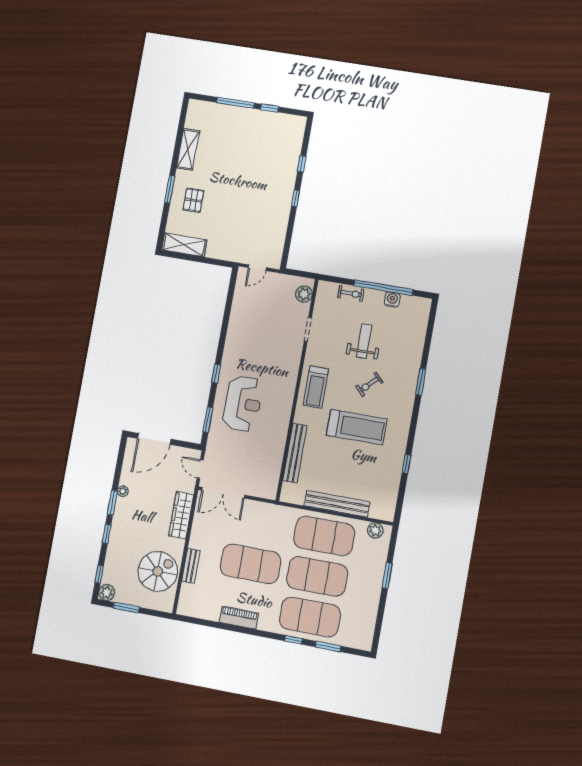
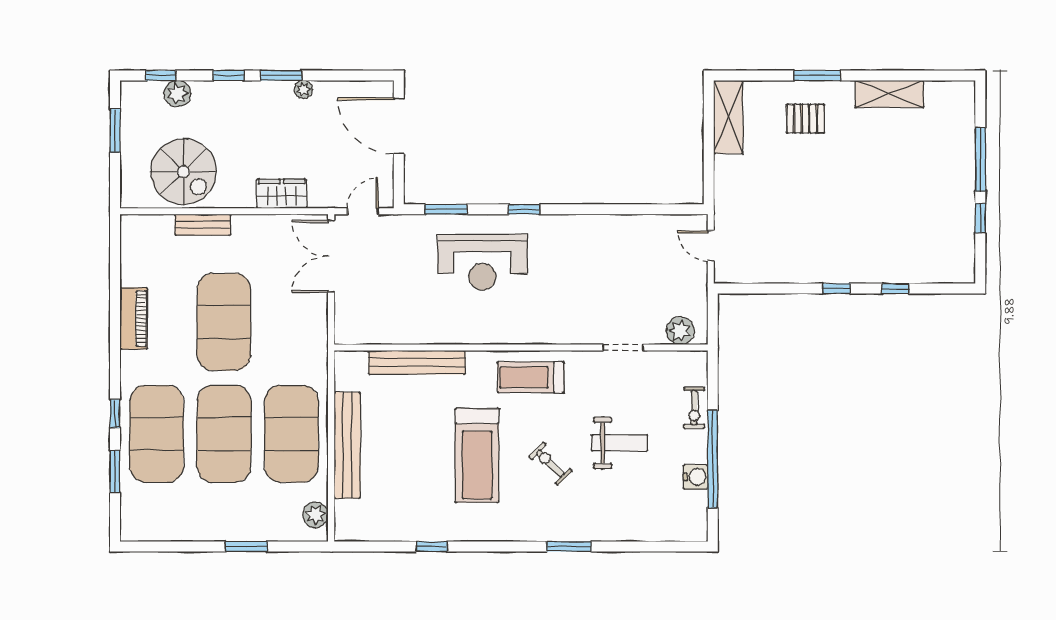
wardrobe: (181, 515) -> (282, 194), width x0.67
plant: (107, 593) -> (177, 94), moved

